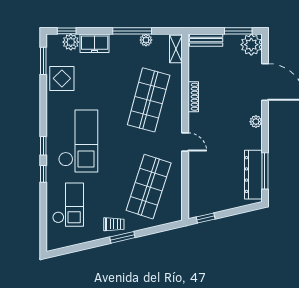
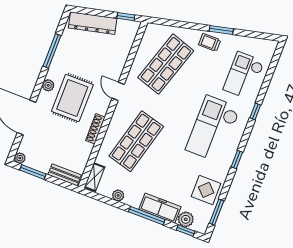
window: (132, 31) -> (147, 216), moved
freezer: (95, 43) -> (160, 208), width x1.40
plant: (251, 45) -> (20, 158), width x0.53, depth x0.53
rug: (227, 118) -> (72, 98), added
window: (43, 146) -> (237, 159), moved
window: (265, 171) -> (52, 51), moved
dresser: (253, 175) -> (93, 23), moved, turned 77
window: (122, 237) -> (221, 30), moved

